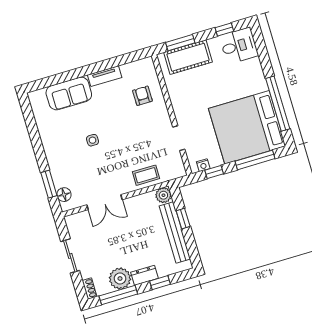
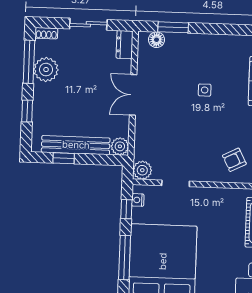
armchair: (142, 96) -> (234, 160), turned 153
plant: (177, 170) -> (142, 170), added
coffee table: (146, 175) -> (148, 135), removed
double door: (104, 202) -> (133, 95), moved
window: (183, 219) -> (64, 158), moved
dresser: (144, 275) -> (125, 45), moved, turned 180

